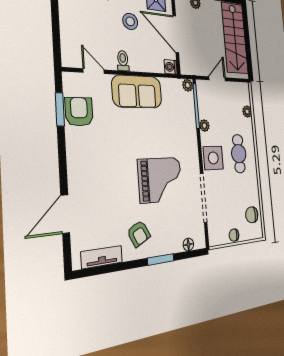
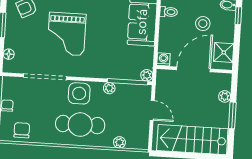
cafe table: (239, 154) -> (80, 125), width x1.37, depth x1.35

